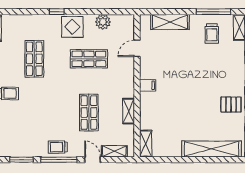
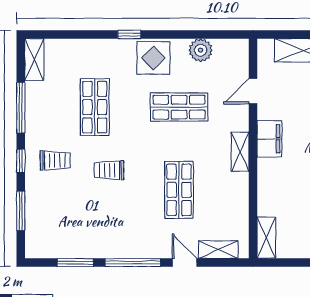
filing cabinet: (148, 85) -> (269, 139), width x2.00
shelving: (129, 111) -> (240, 152), moved
trolley: (58, 147) -> (109, 170), moved

